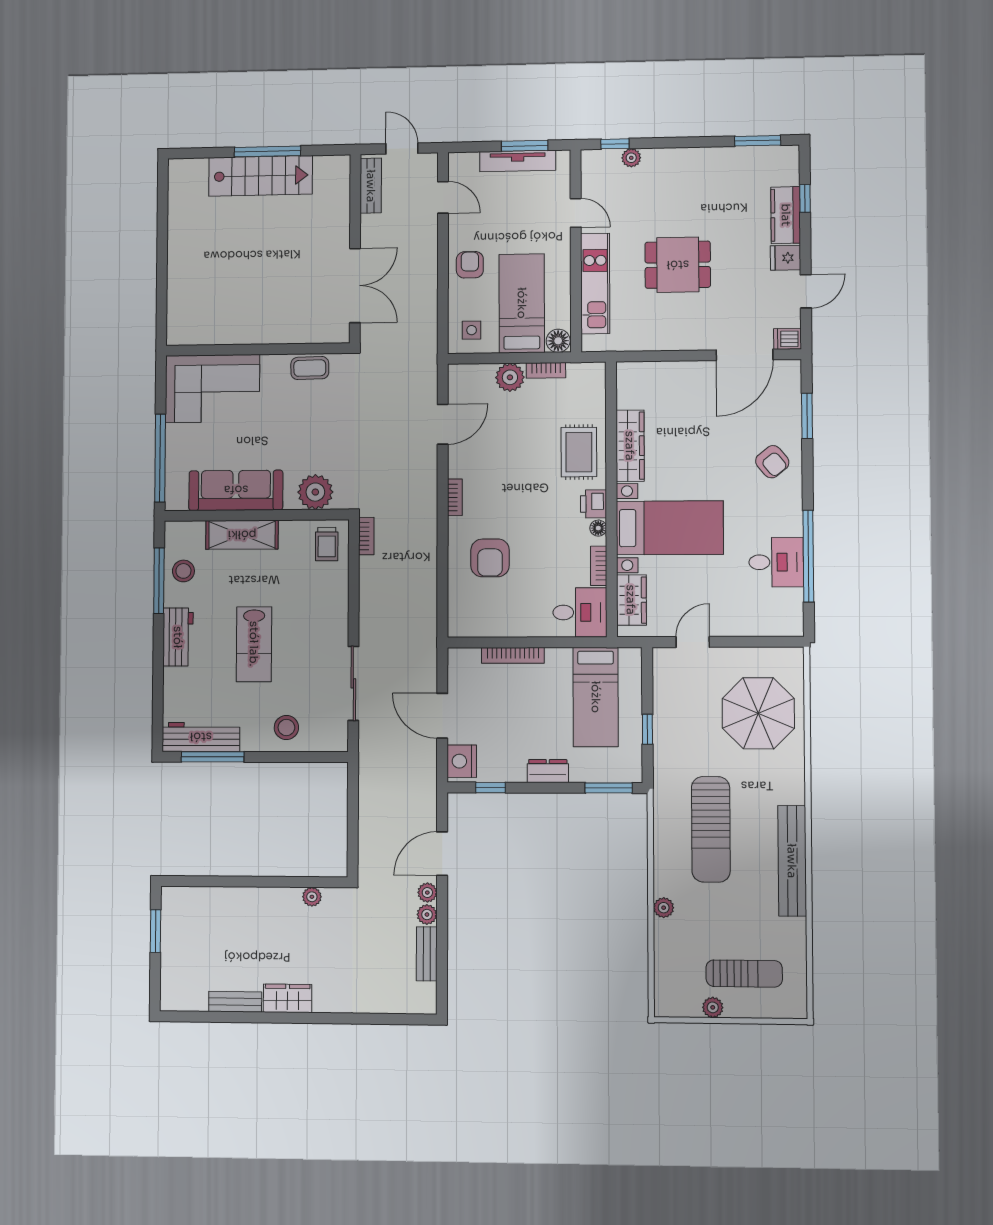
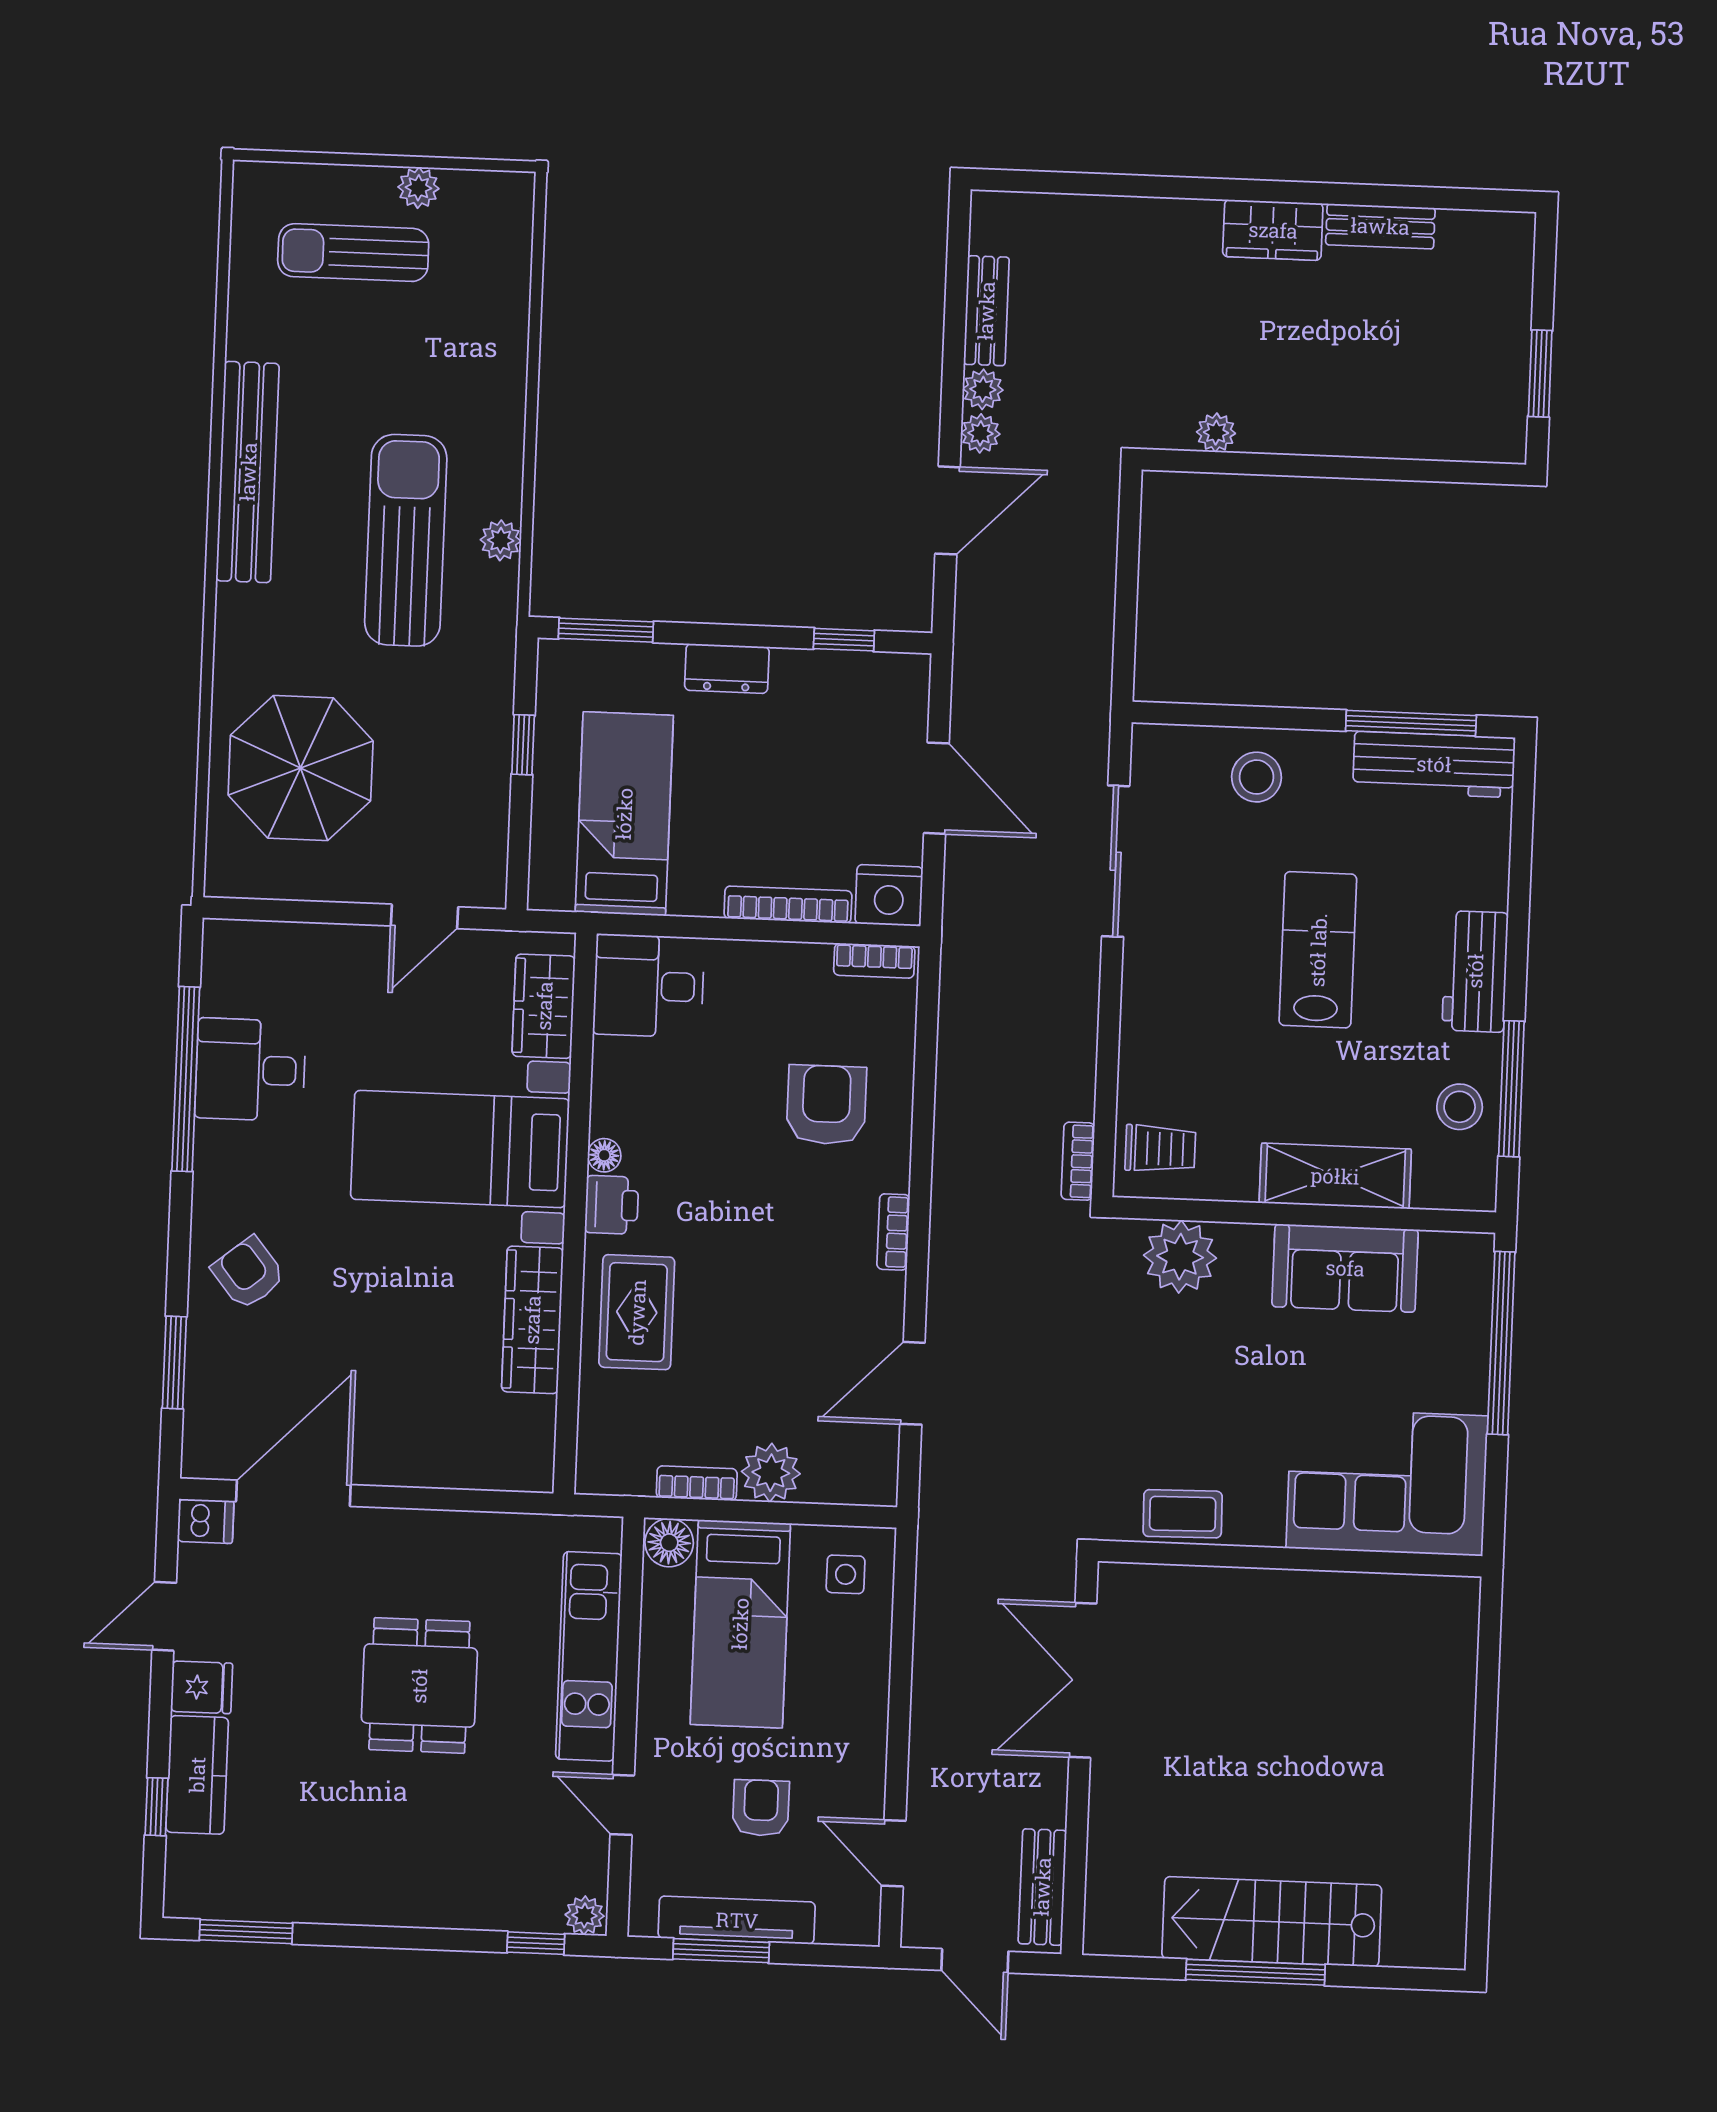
plant: (631, 158) -> (585, 1915), moved
armchair: (470, 265) -> (761, 1808), moved, turned 180
dining table: (678, 265) -> (419, 1686), turned 90
sofa: (236, 490) -> (1345, 1268), width x0.73
trolley: (327, 544) -> (1160, 1149), turned 90
bookcase: (599, 566) -> (874, 961), moved, turned 90
nightstand: (462, 761) -> (889, 895), moved, turned 90
plant: (664, 908) -> (501, 540), moved

